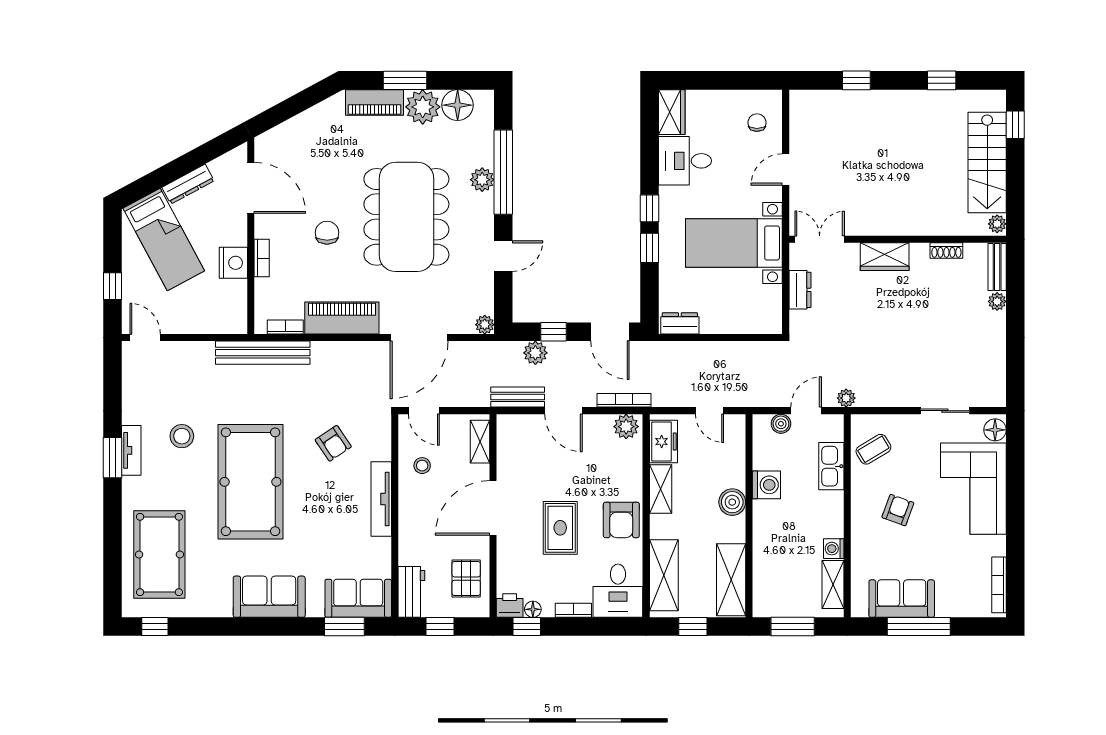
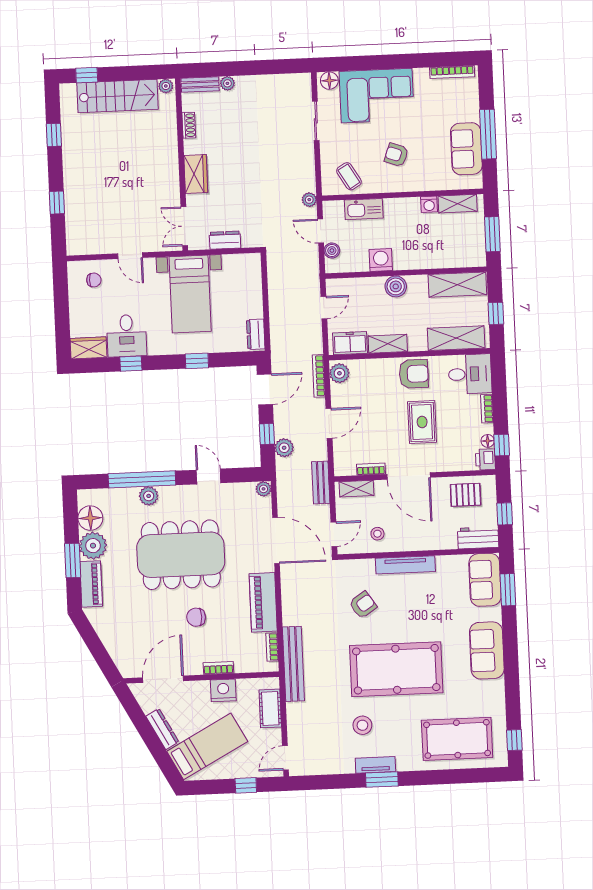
chair: (757, 123) -> (94, 280), turned 180
window: (650, 208) -> (131, 364), moved
cot: (208, 321) -> (270, 708), added
bench: (518, 397) -> (321, 482), moved
bookcase: (504, 461) -> (371, 469), added
rug: (560, 528) -> (422, 422), turned 90

